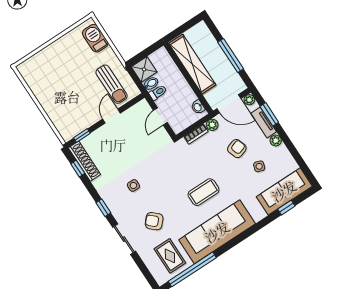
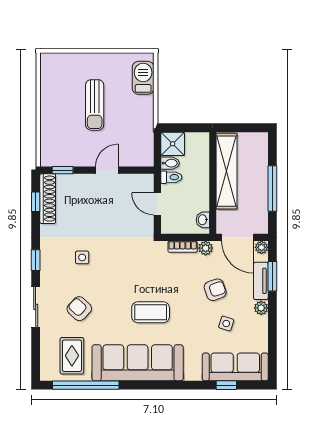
sun lounger: (112, 84) -> (95, 105), moved
door: (160, 116) -> (157, 204), hinge flipped

